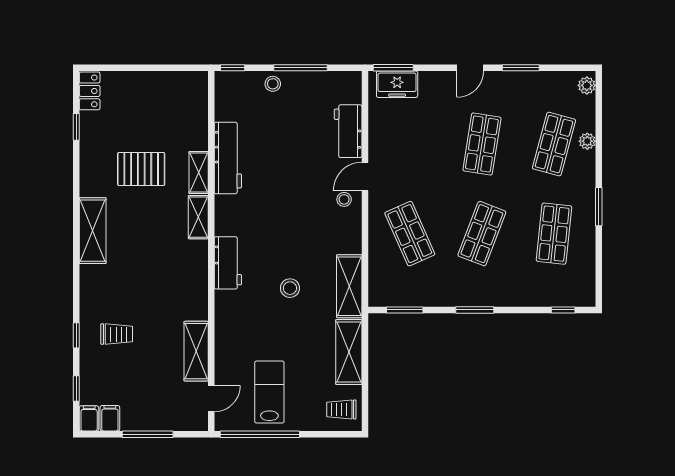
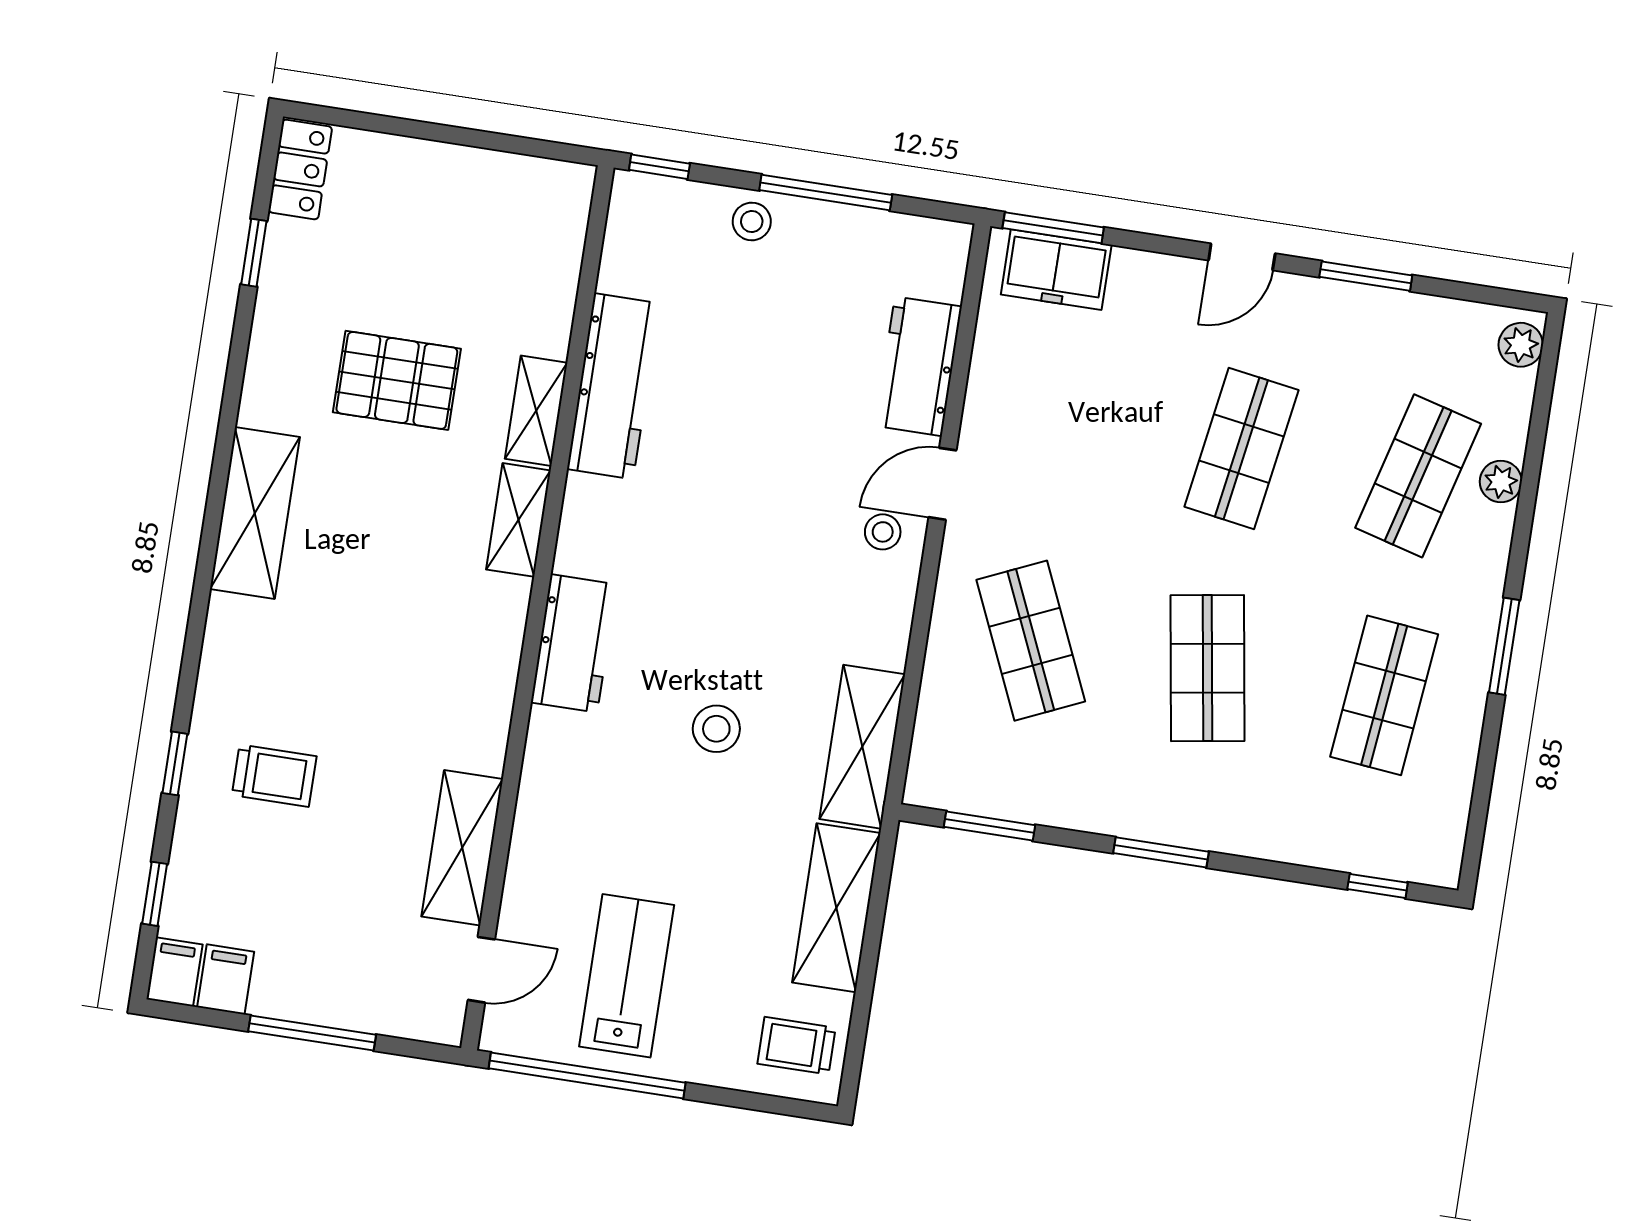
shop shelf: (482, 234) -> (1207, 668), turned -30

